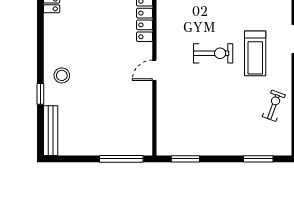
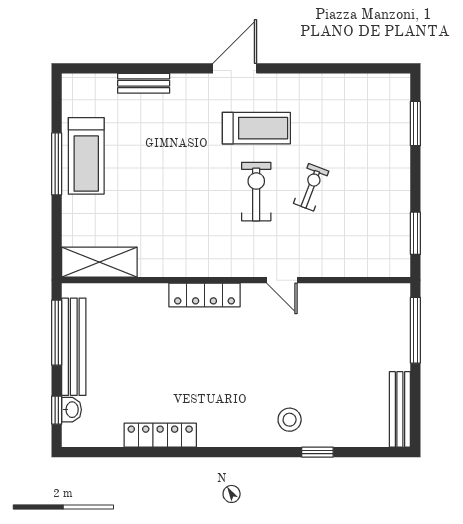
exercise bike: (274, 106) -> (311, 187), moved, turned 91
bench: (51, 131) -> (400, 409), moved, turned 90

